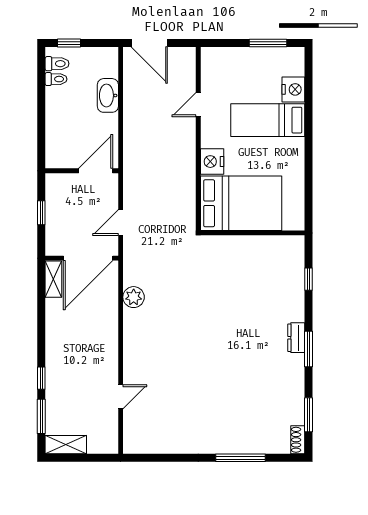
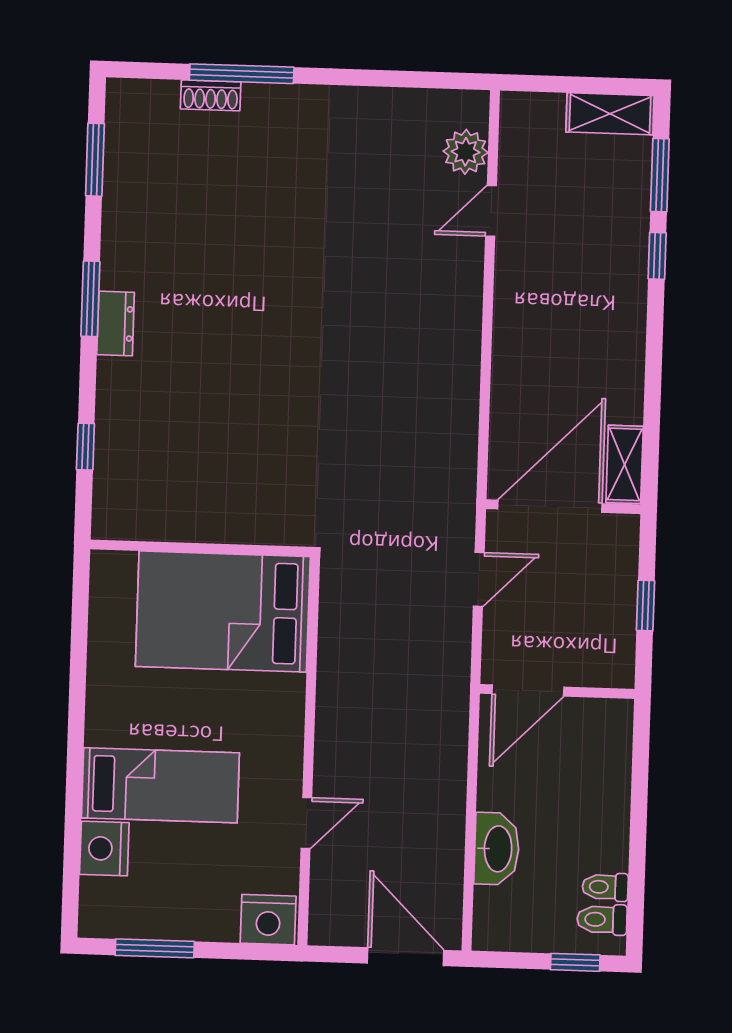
nightstand: (212, 162) -> (268, 920), moved, turned 90
plant: (134, 297) -> (466, 152), moved
shoe rack: (298, 440) -> (211, 95), moved, turned 90

